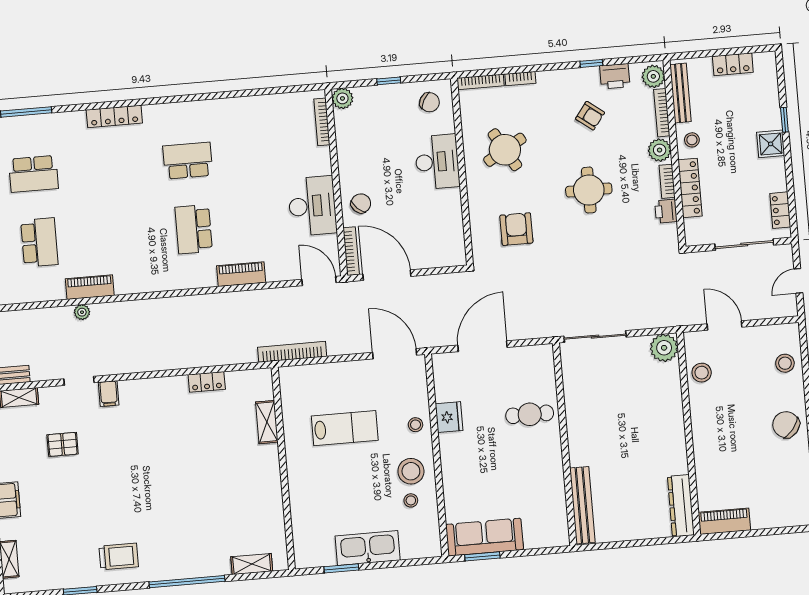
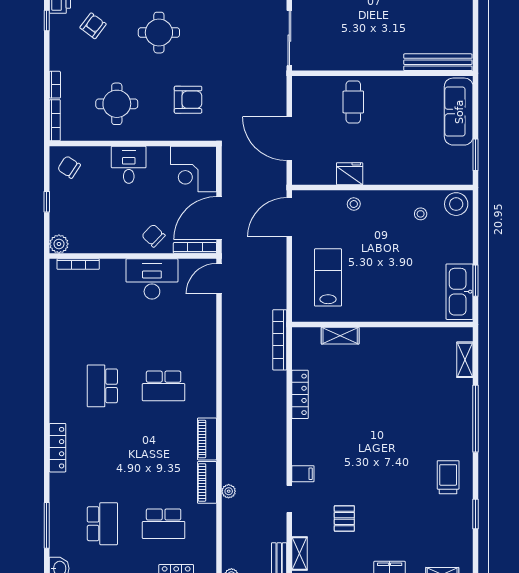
chair: (430, 102) -> (69, 167), turned -86
round table: (505, 150) -> (117, 104), turned 30
desk: (437, 162) -> (129, 165), width x0.73
armchair: (516, 229) -> (188, 100), turned 180
school desk: (39, 242) -> (164, 524), turned 180
corner desk: (439, 242) -> (194, 169), added
piano: (241, 274) -> (207, 439), moved
bookcase: (292, 352) -> (280, 340), moved
locker: (207, 382) -> (300, 394), width x1.53
lab bench: (345, 428) -> (328, 277), moved
stool: (411, 471) -> (456, 204), moved
sofa: (485, 537) -> (459, 112), moved
kitchen sink: (368, 548) -> (460, 292), moved

